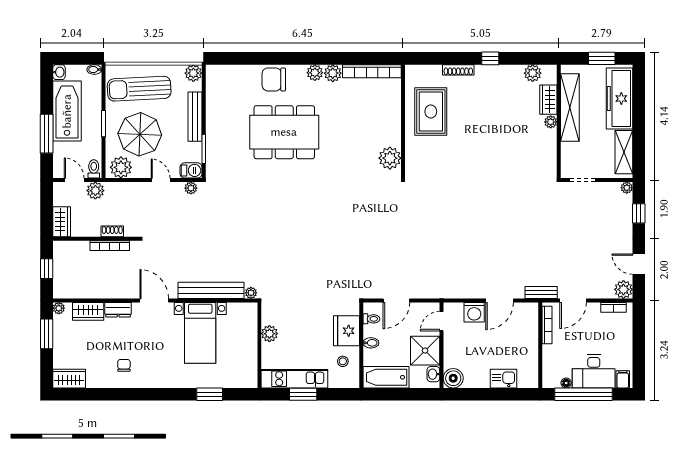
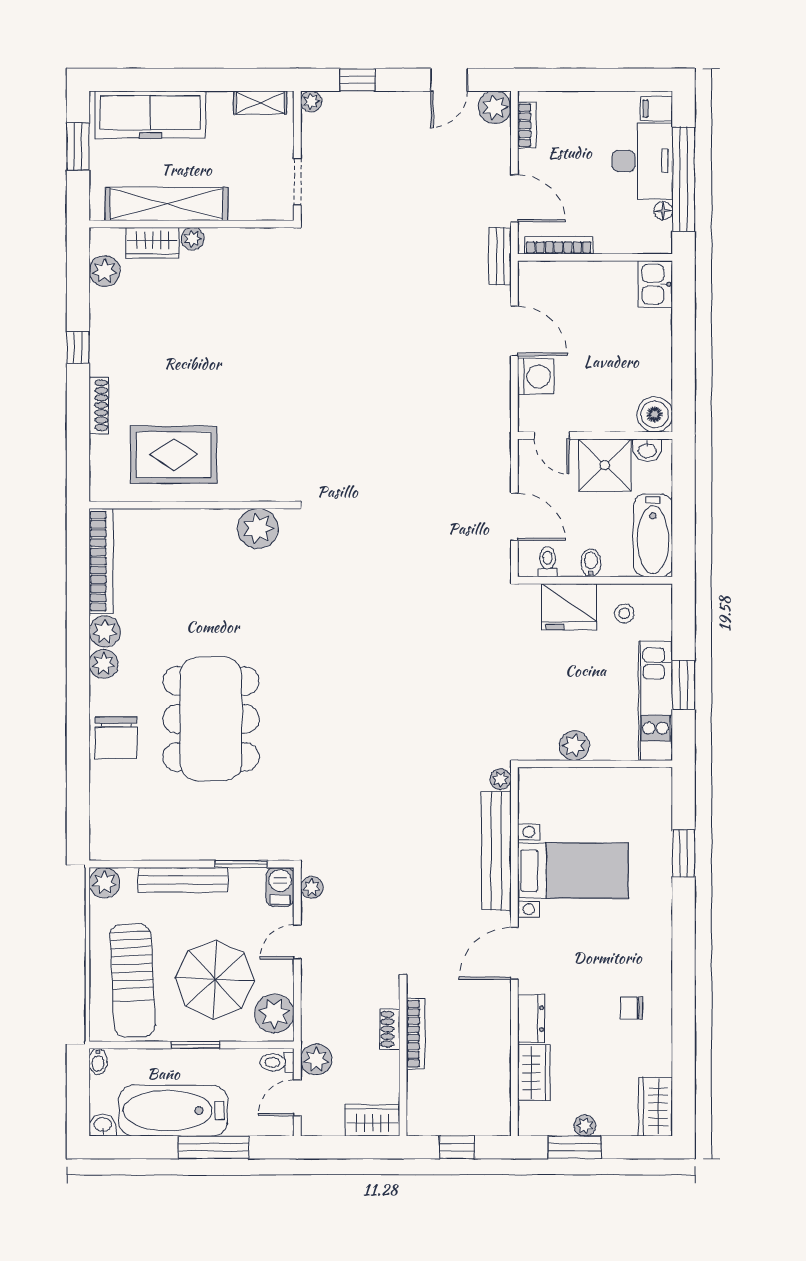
shelving: (624, 152) -> (260, 103), width x0.67, depth x0.75
plant: (59, 308) -> (585, 1126), moved
kitchen sink: (503, 379) -> (655, 284), moved

